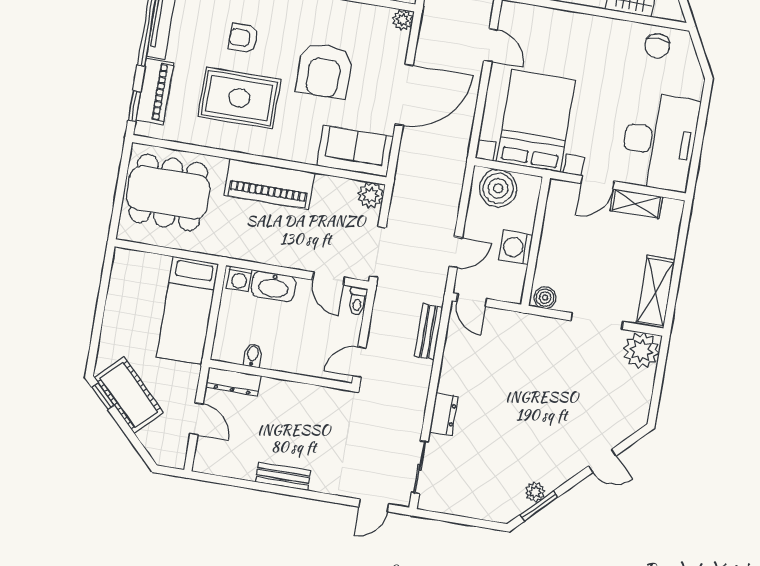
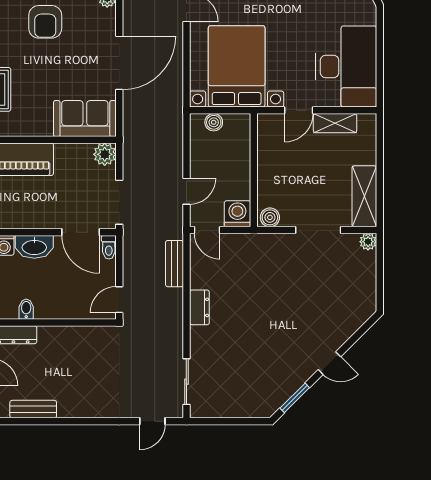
armchair: (324, 70) -> (45, 22), moved, width x0.73, depth x0.73
boiler: (498, 188) -> (214, 122), width x0.54, depth x0.54
washing machine: (516, 247) -> (237, 214), moved, turned 90
door: (329, 279) -> (81, 232), width x1.38
plant: (641, 351) -> (368, 242), width x0.53, depth x0.53
dresser: (444, 414) -> (199, 307), moved
door: (602, 461) -> (329, 363), moved
bench: (283, 476) -> (33, 409), moved
plant: (535, 492) -> (289, 386), removed

